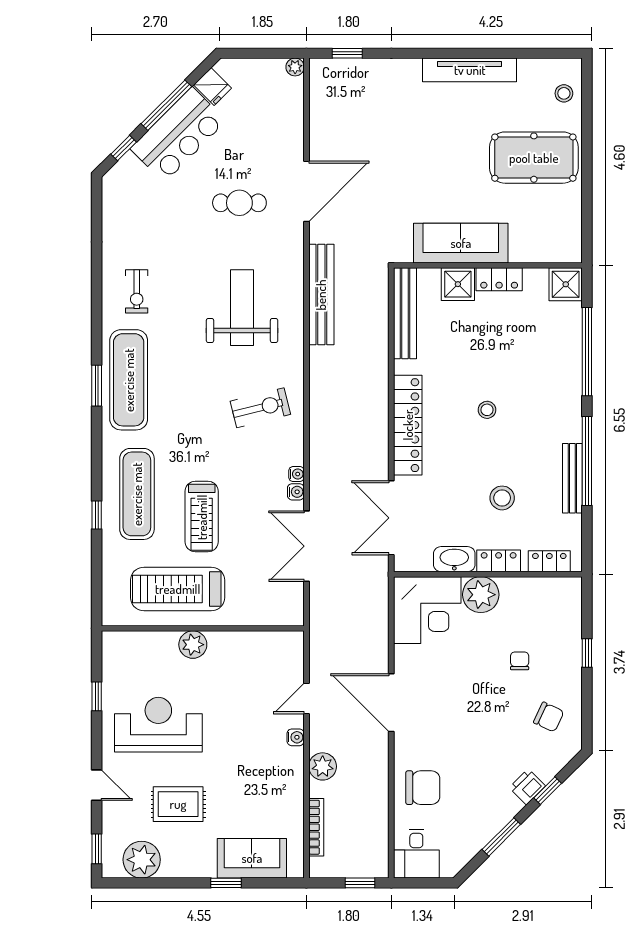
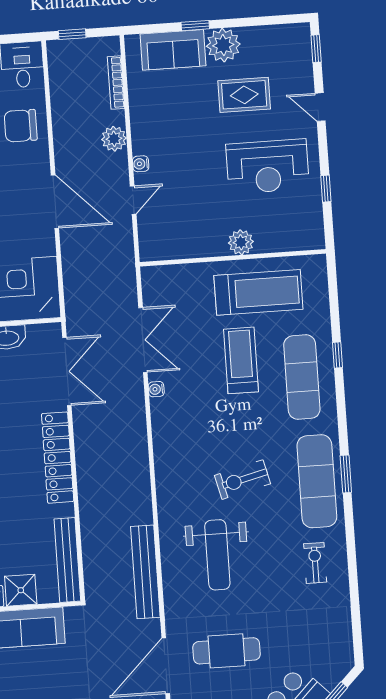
cafe table: (239, 203) -> (226, 651), width x1.37, depth x1.35
exercise bike: (260, 408) -> (242, 480), moved
water cooler: (296, 474) -> (157, 406), removed
plant: (142, 860) -> (223, 45), moved

